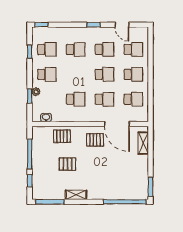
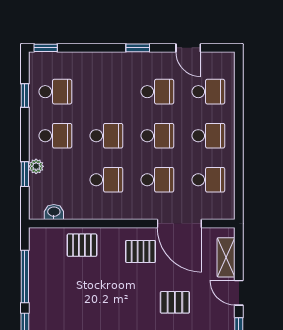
school desk: (76, 49) -> (106, 136), moved
door: (151, 163) -> (239, 293), added
pallet: (67, 164) -> (175, 302), moved

